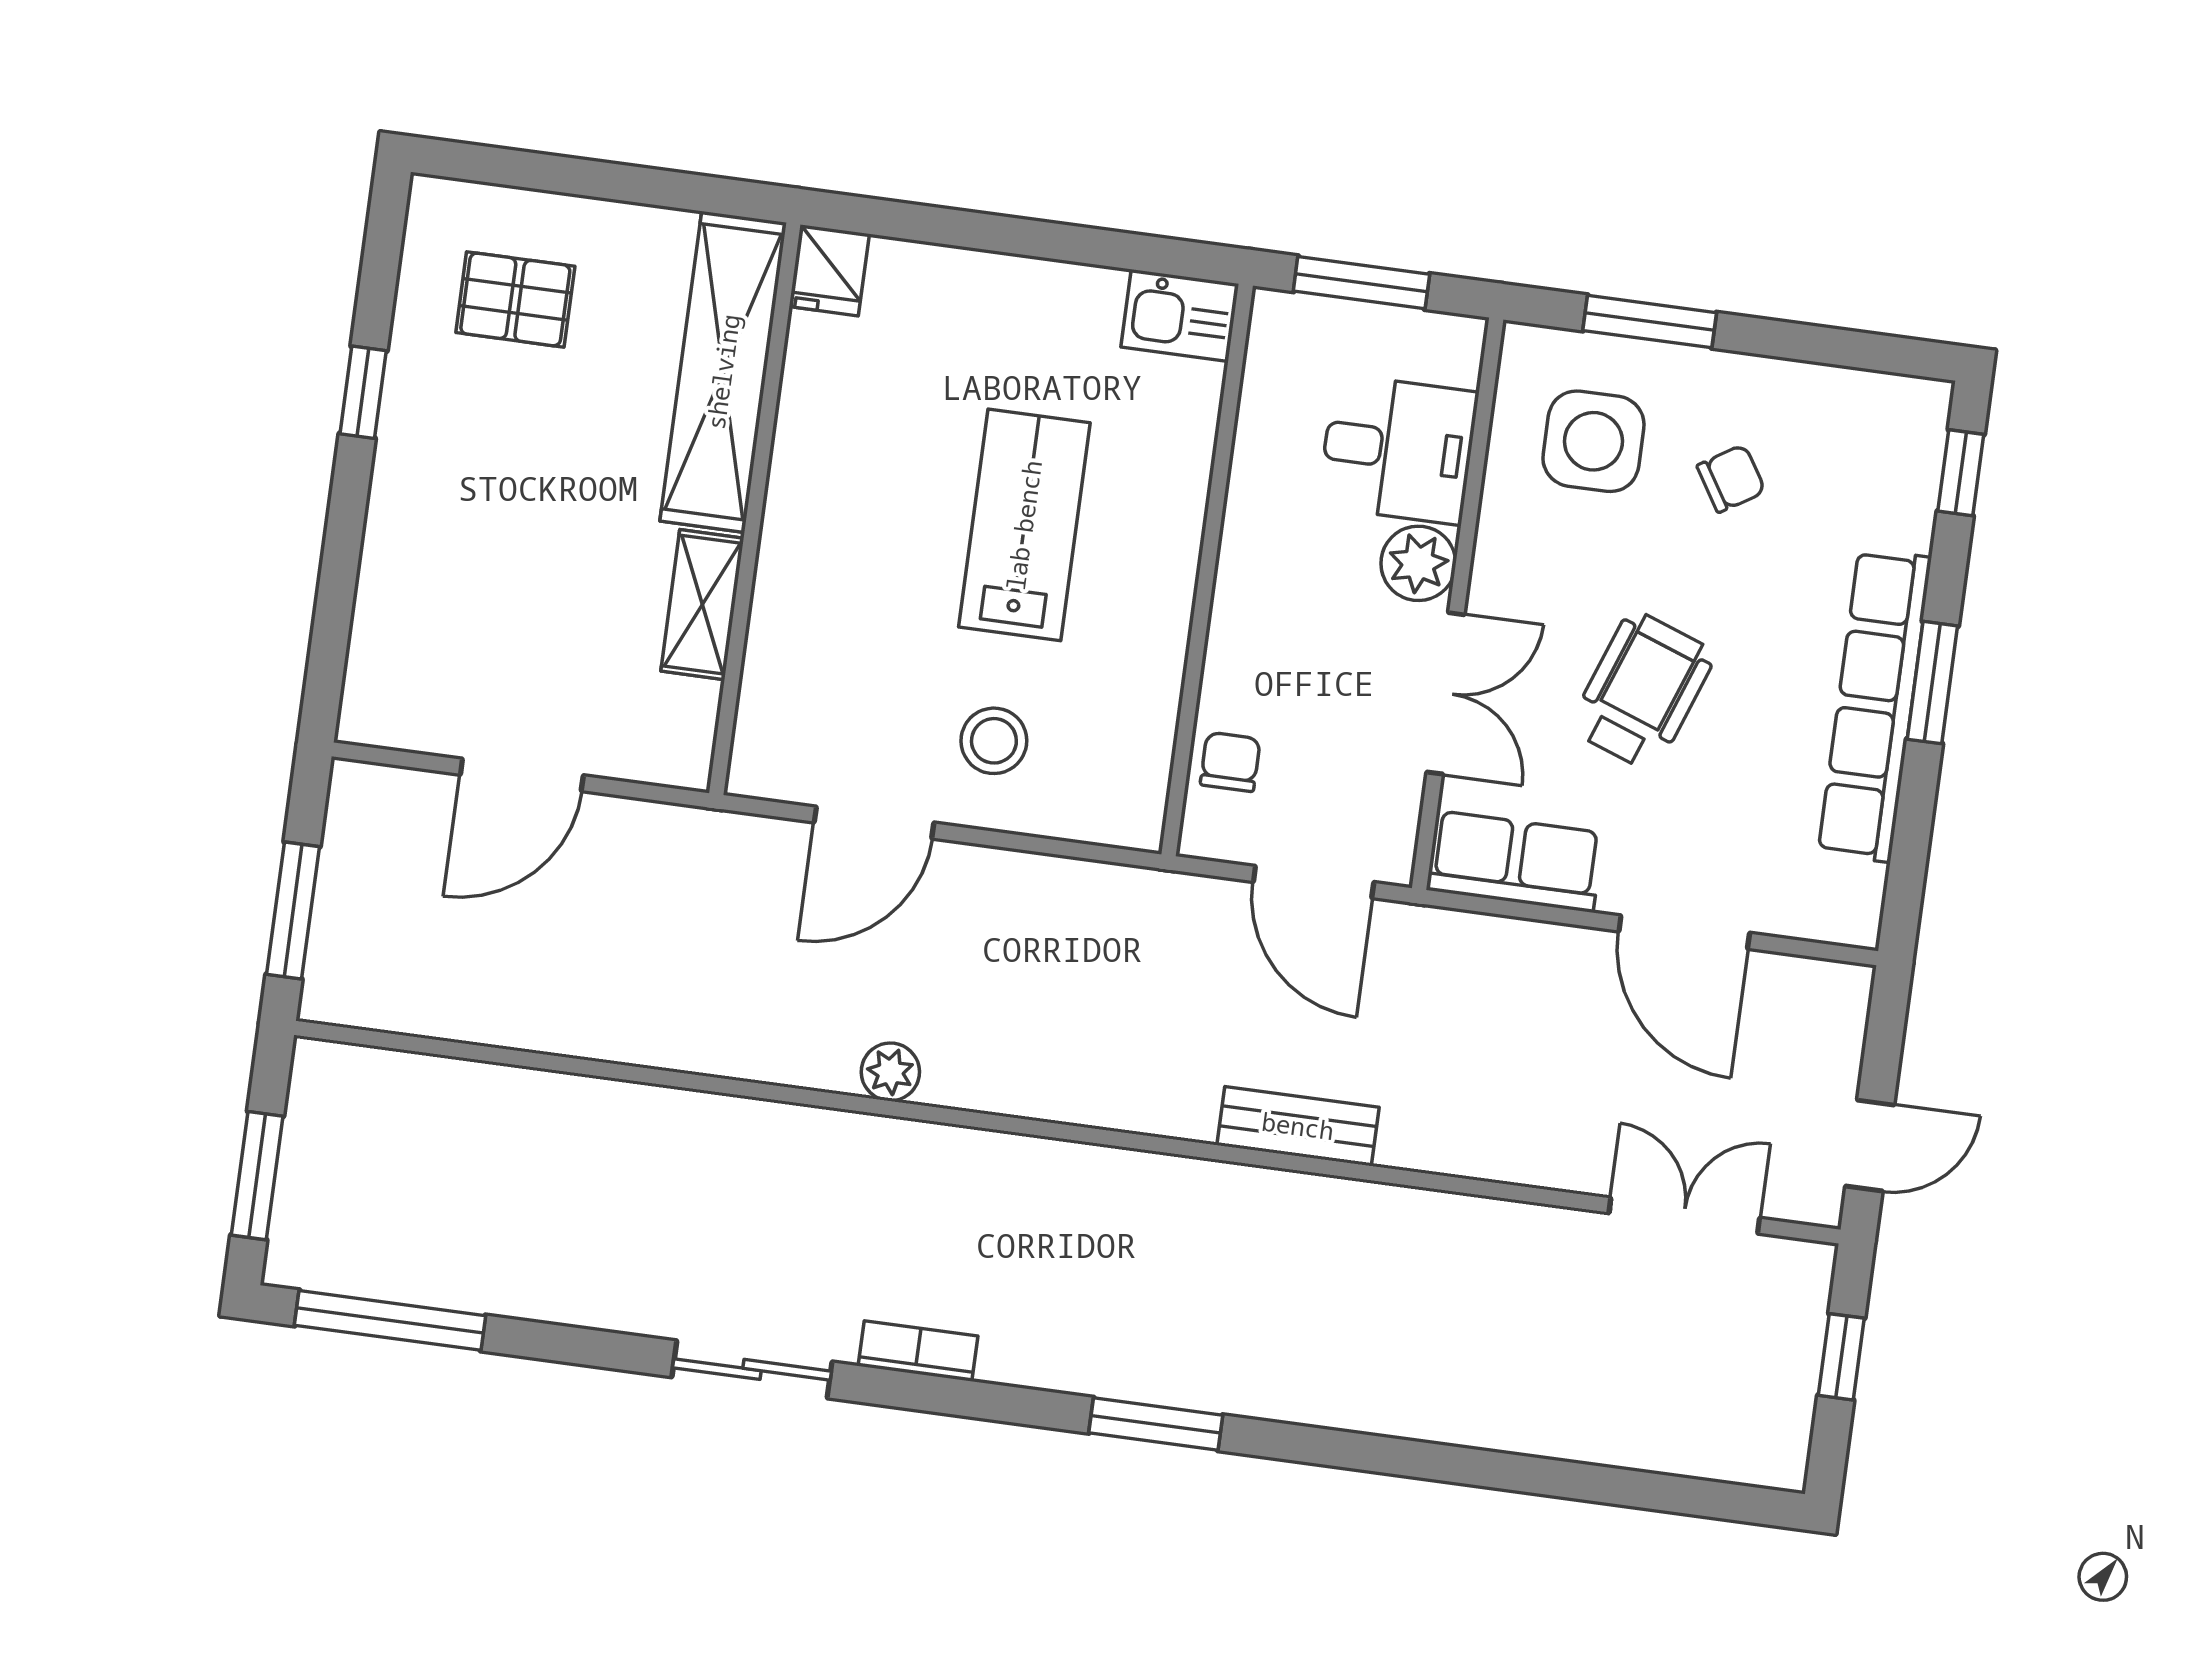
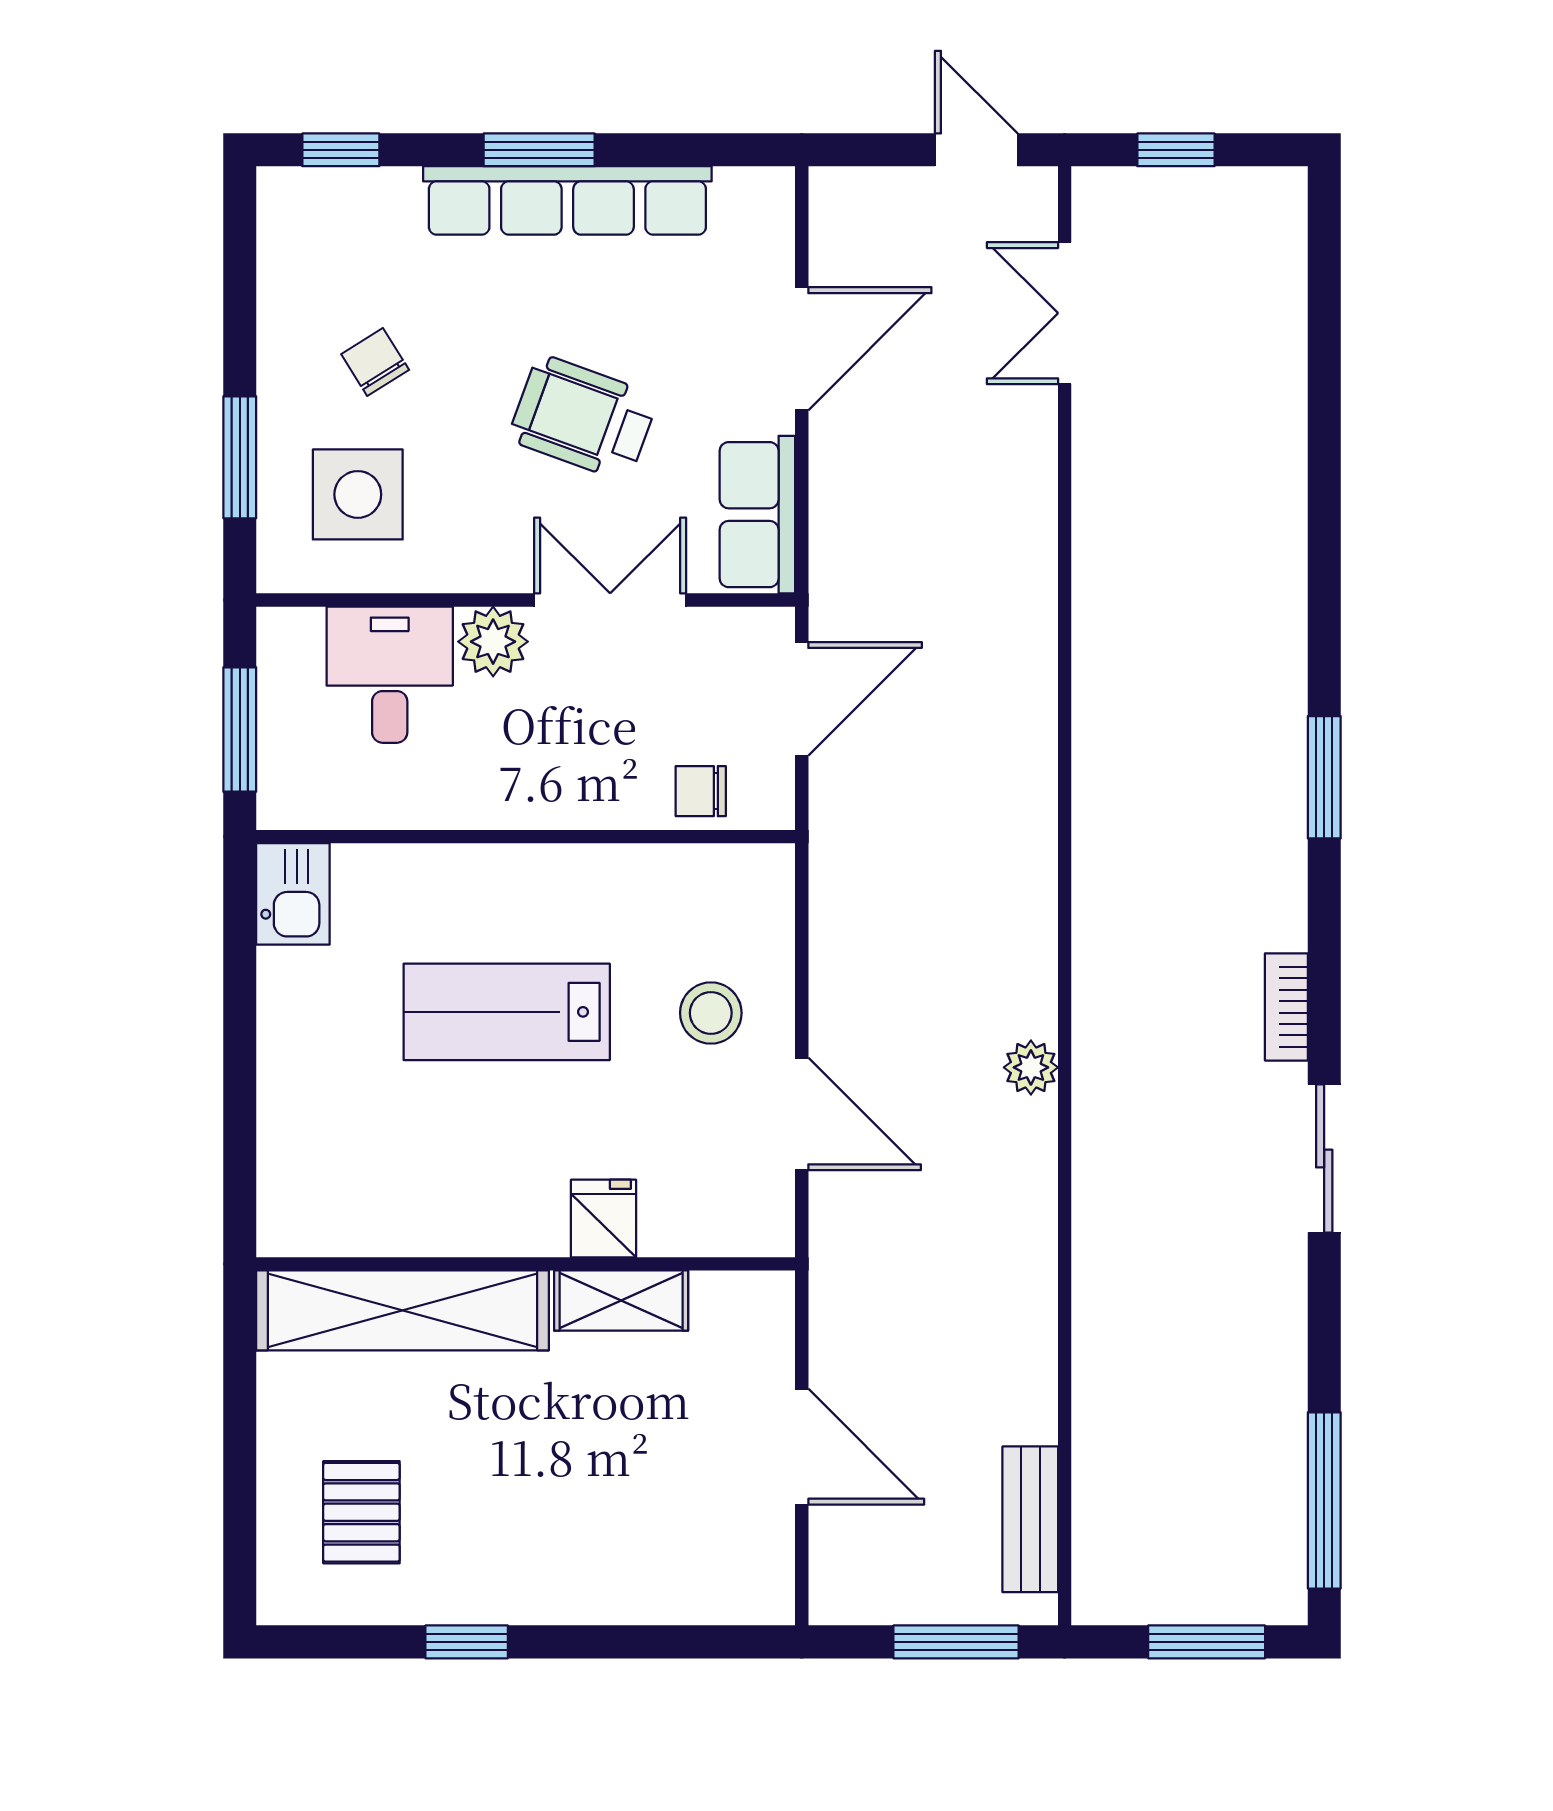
fridge: (829, 270) -> (603, 1218), moved, turned -90
bench: (1298, 1126) -> (1030, 1519), moved

